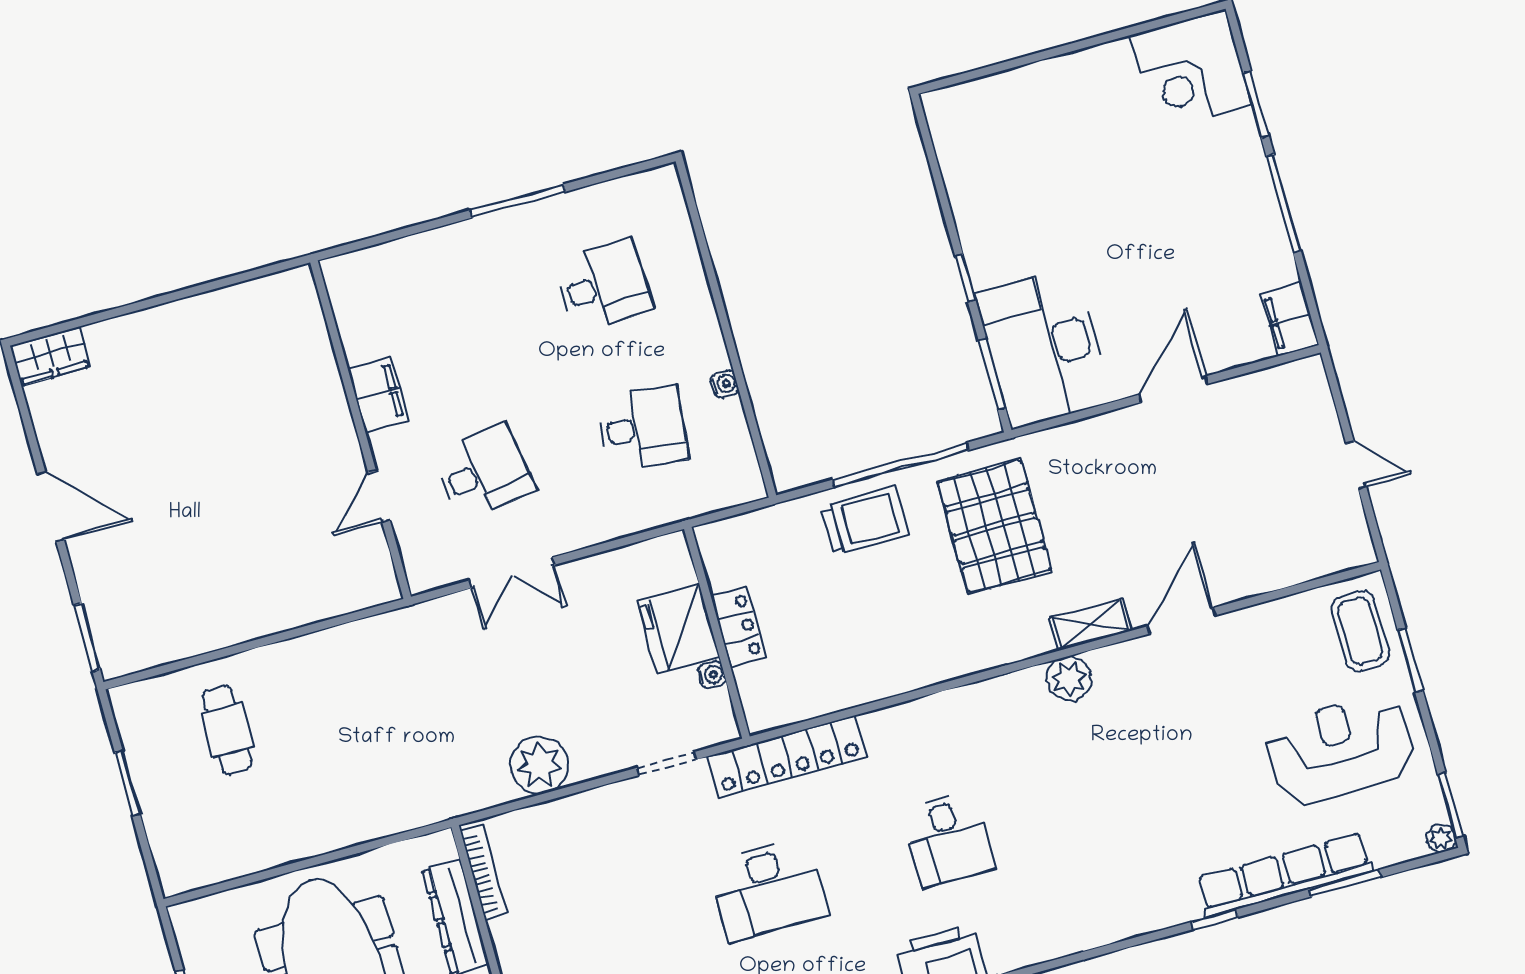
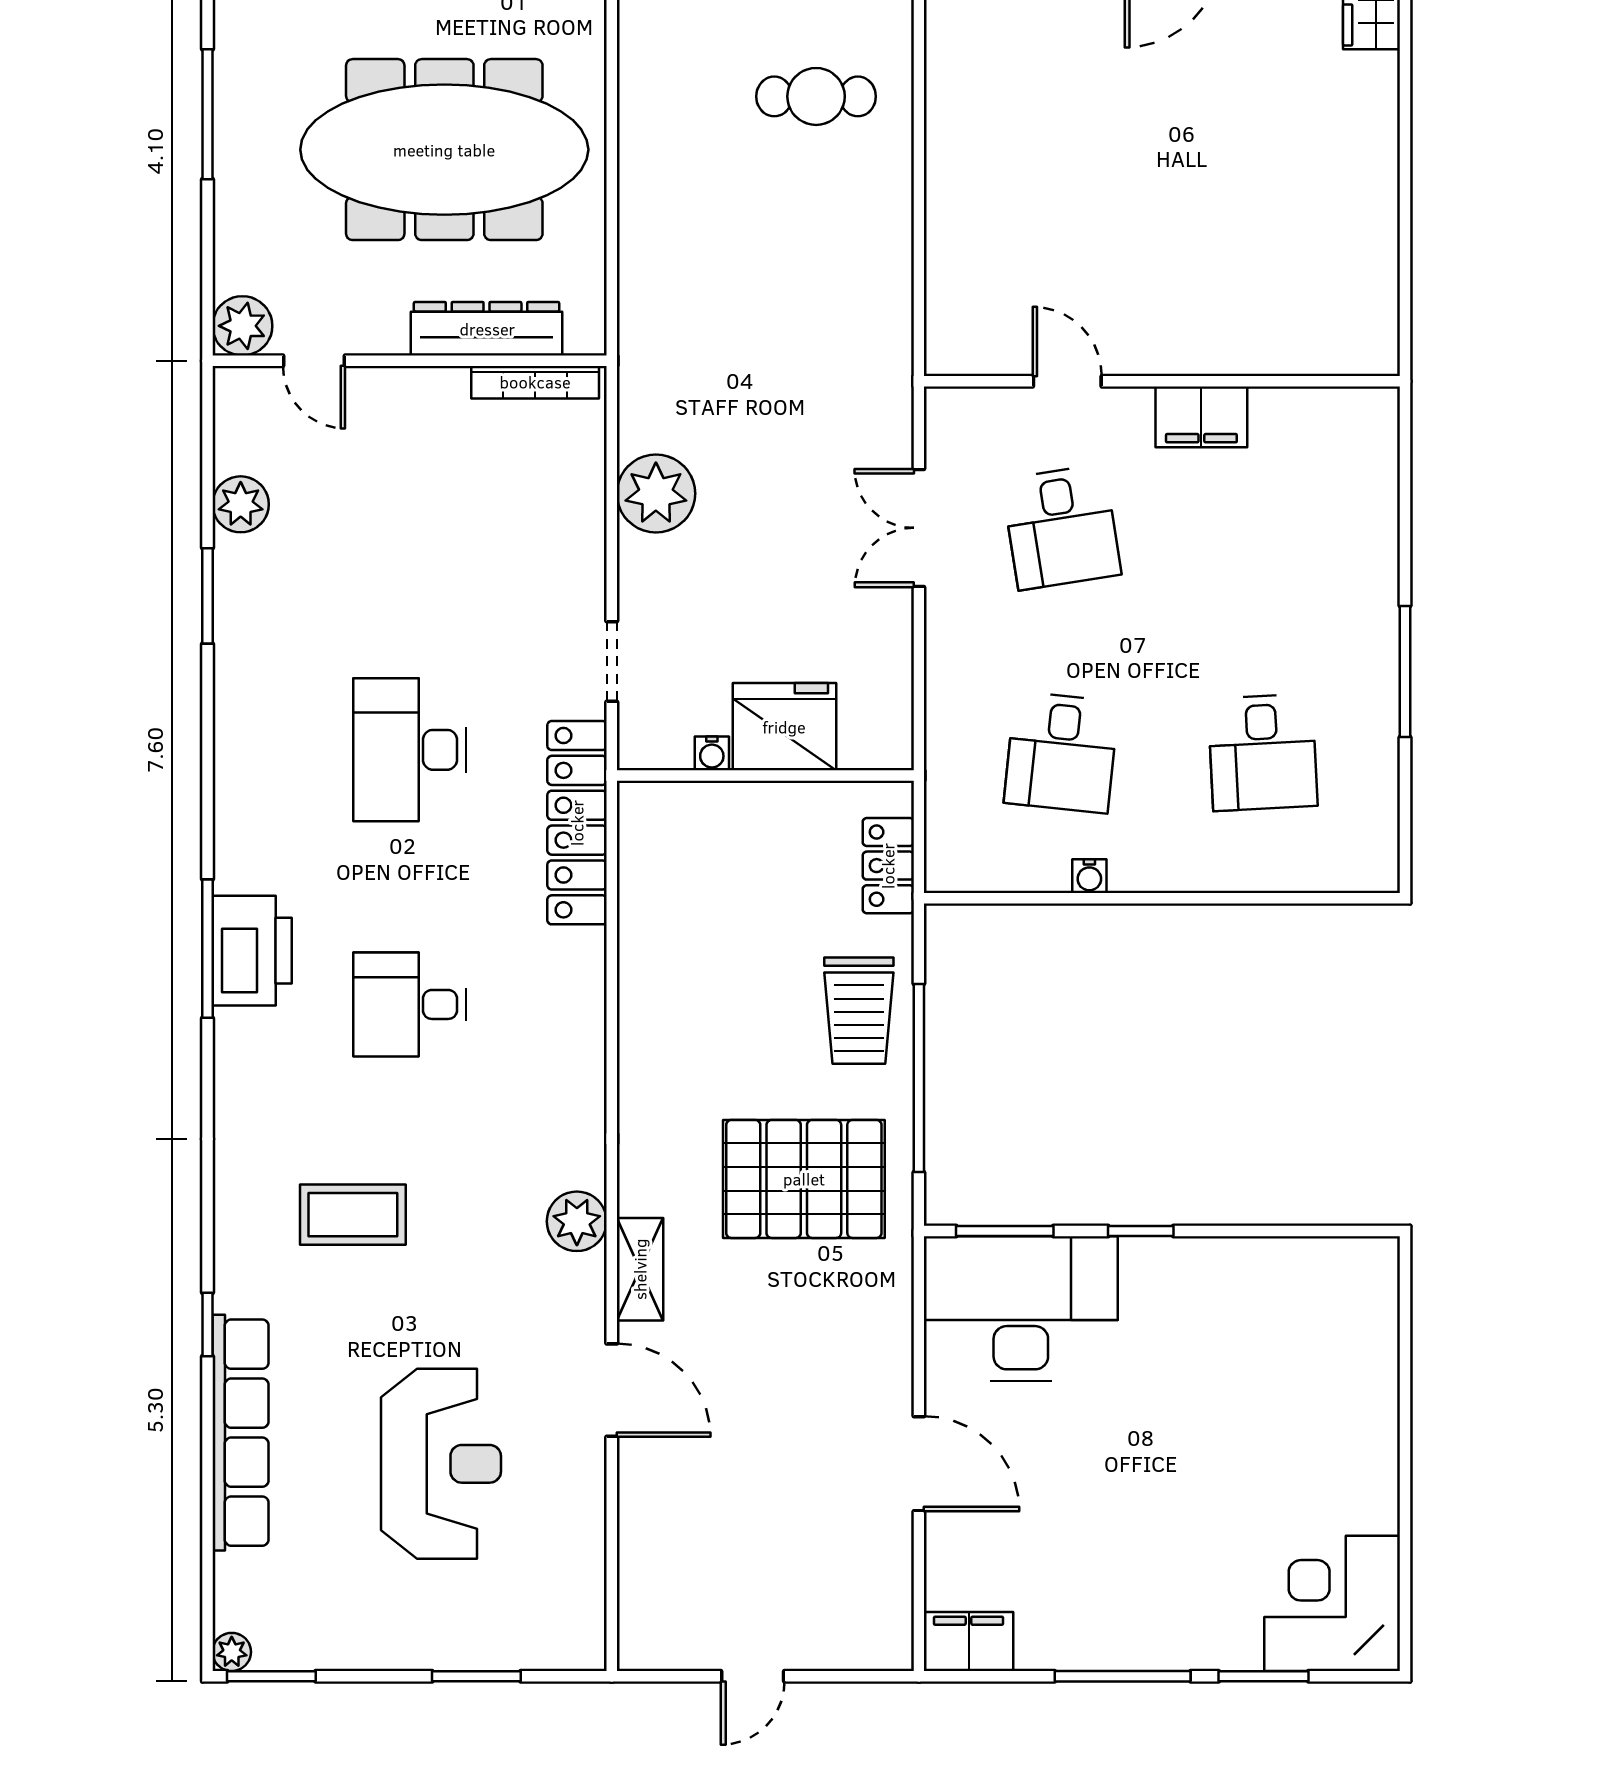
locker: (739, 627) -> (888, 866), moved, turned 90
coffee table: (1360, 631) -> (353, 1215), moved
reception desk: (1340, 750) -> (441, 1464), moved
window: (1345, 883) -> (207, 1509), removed

